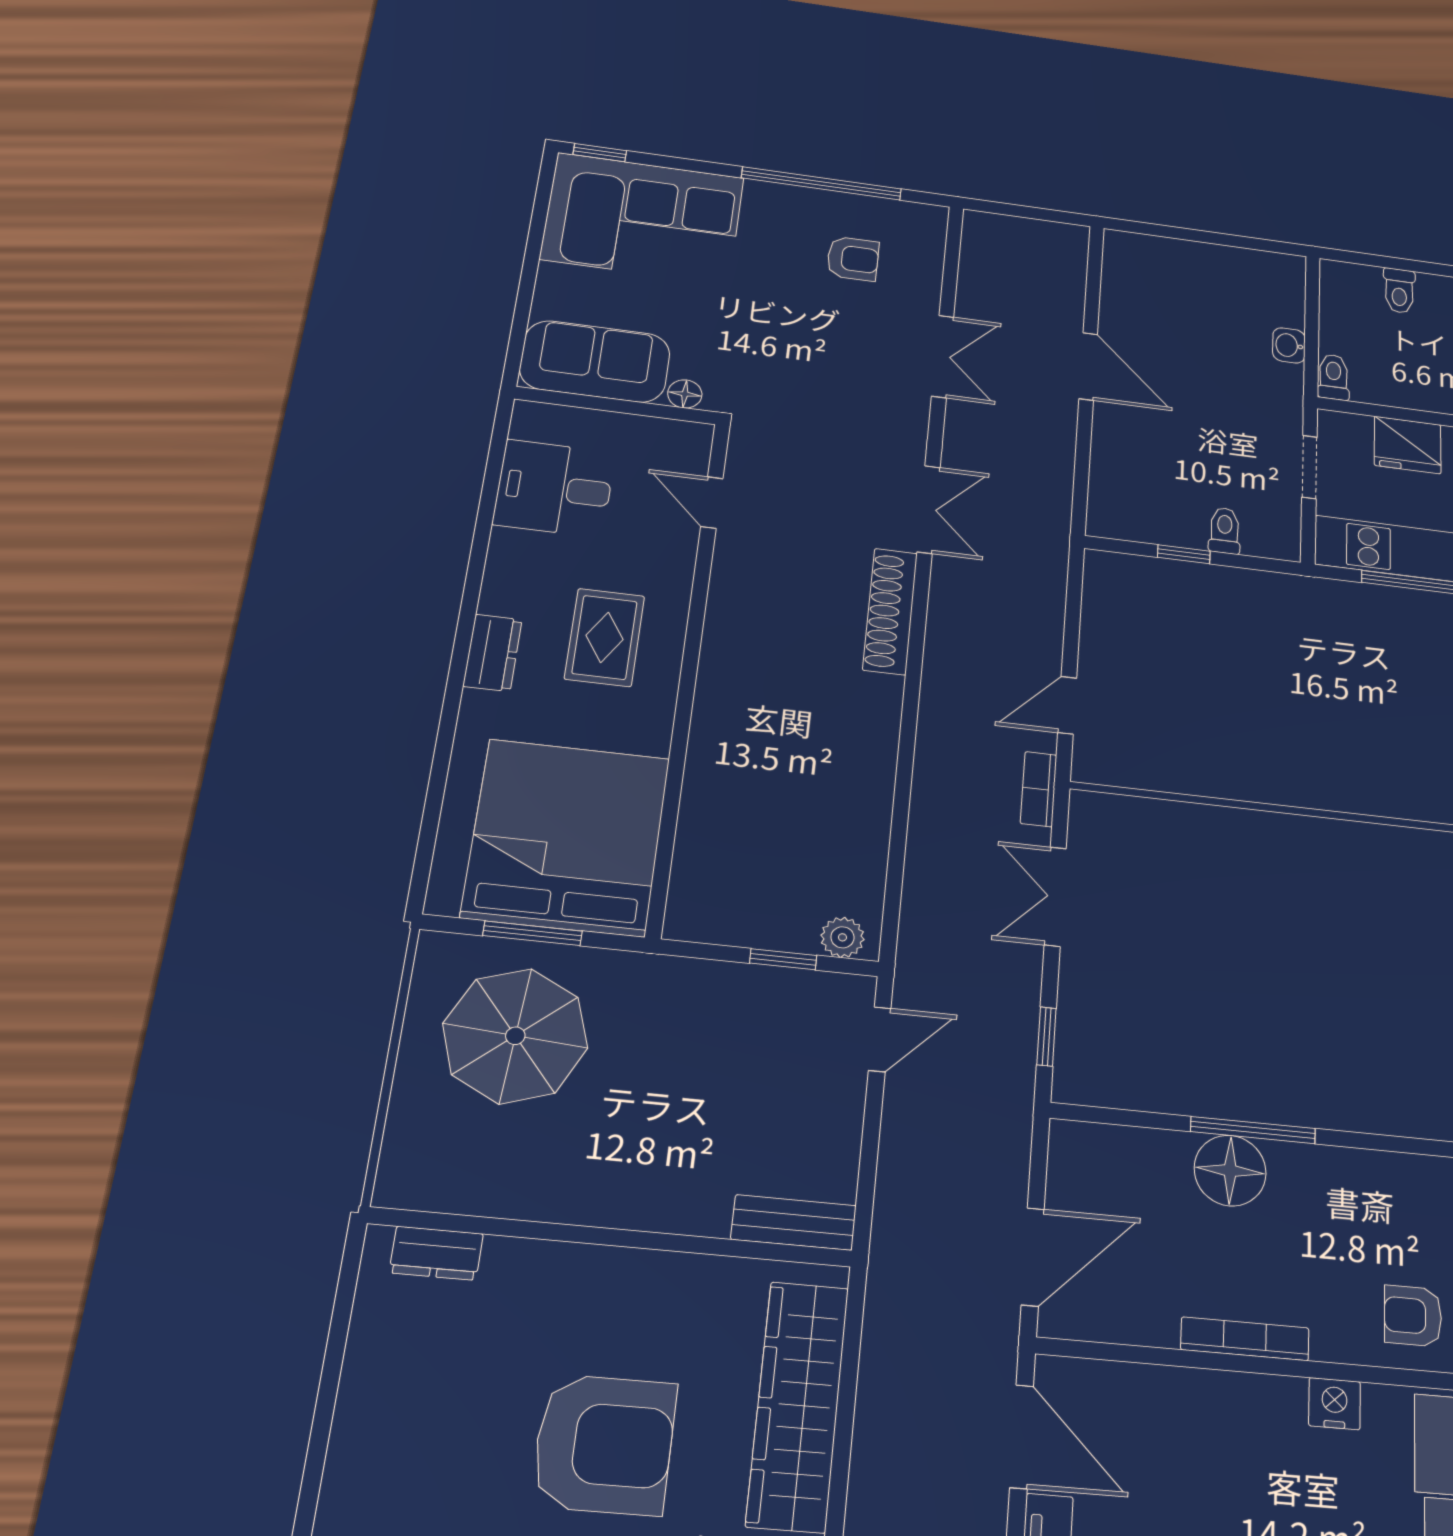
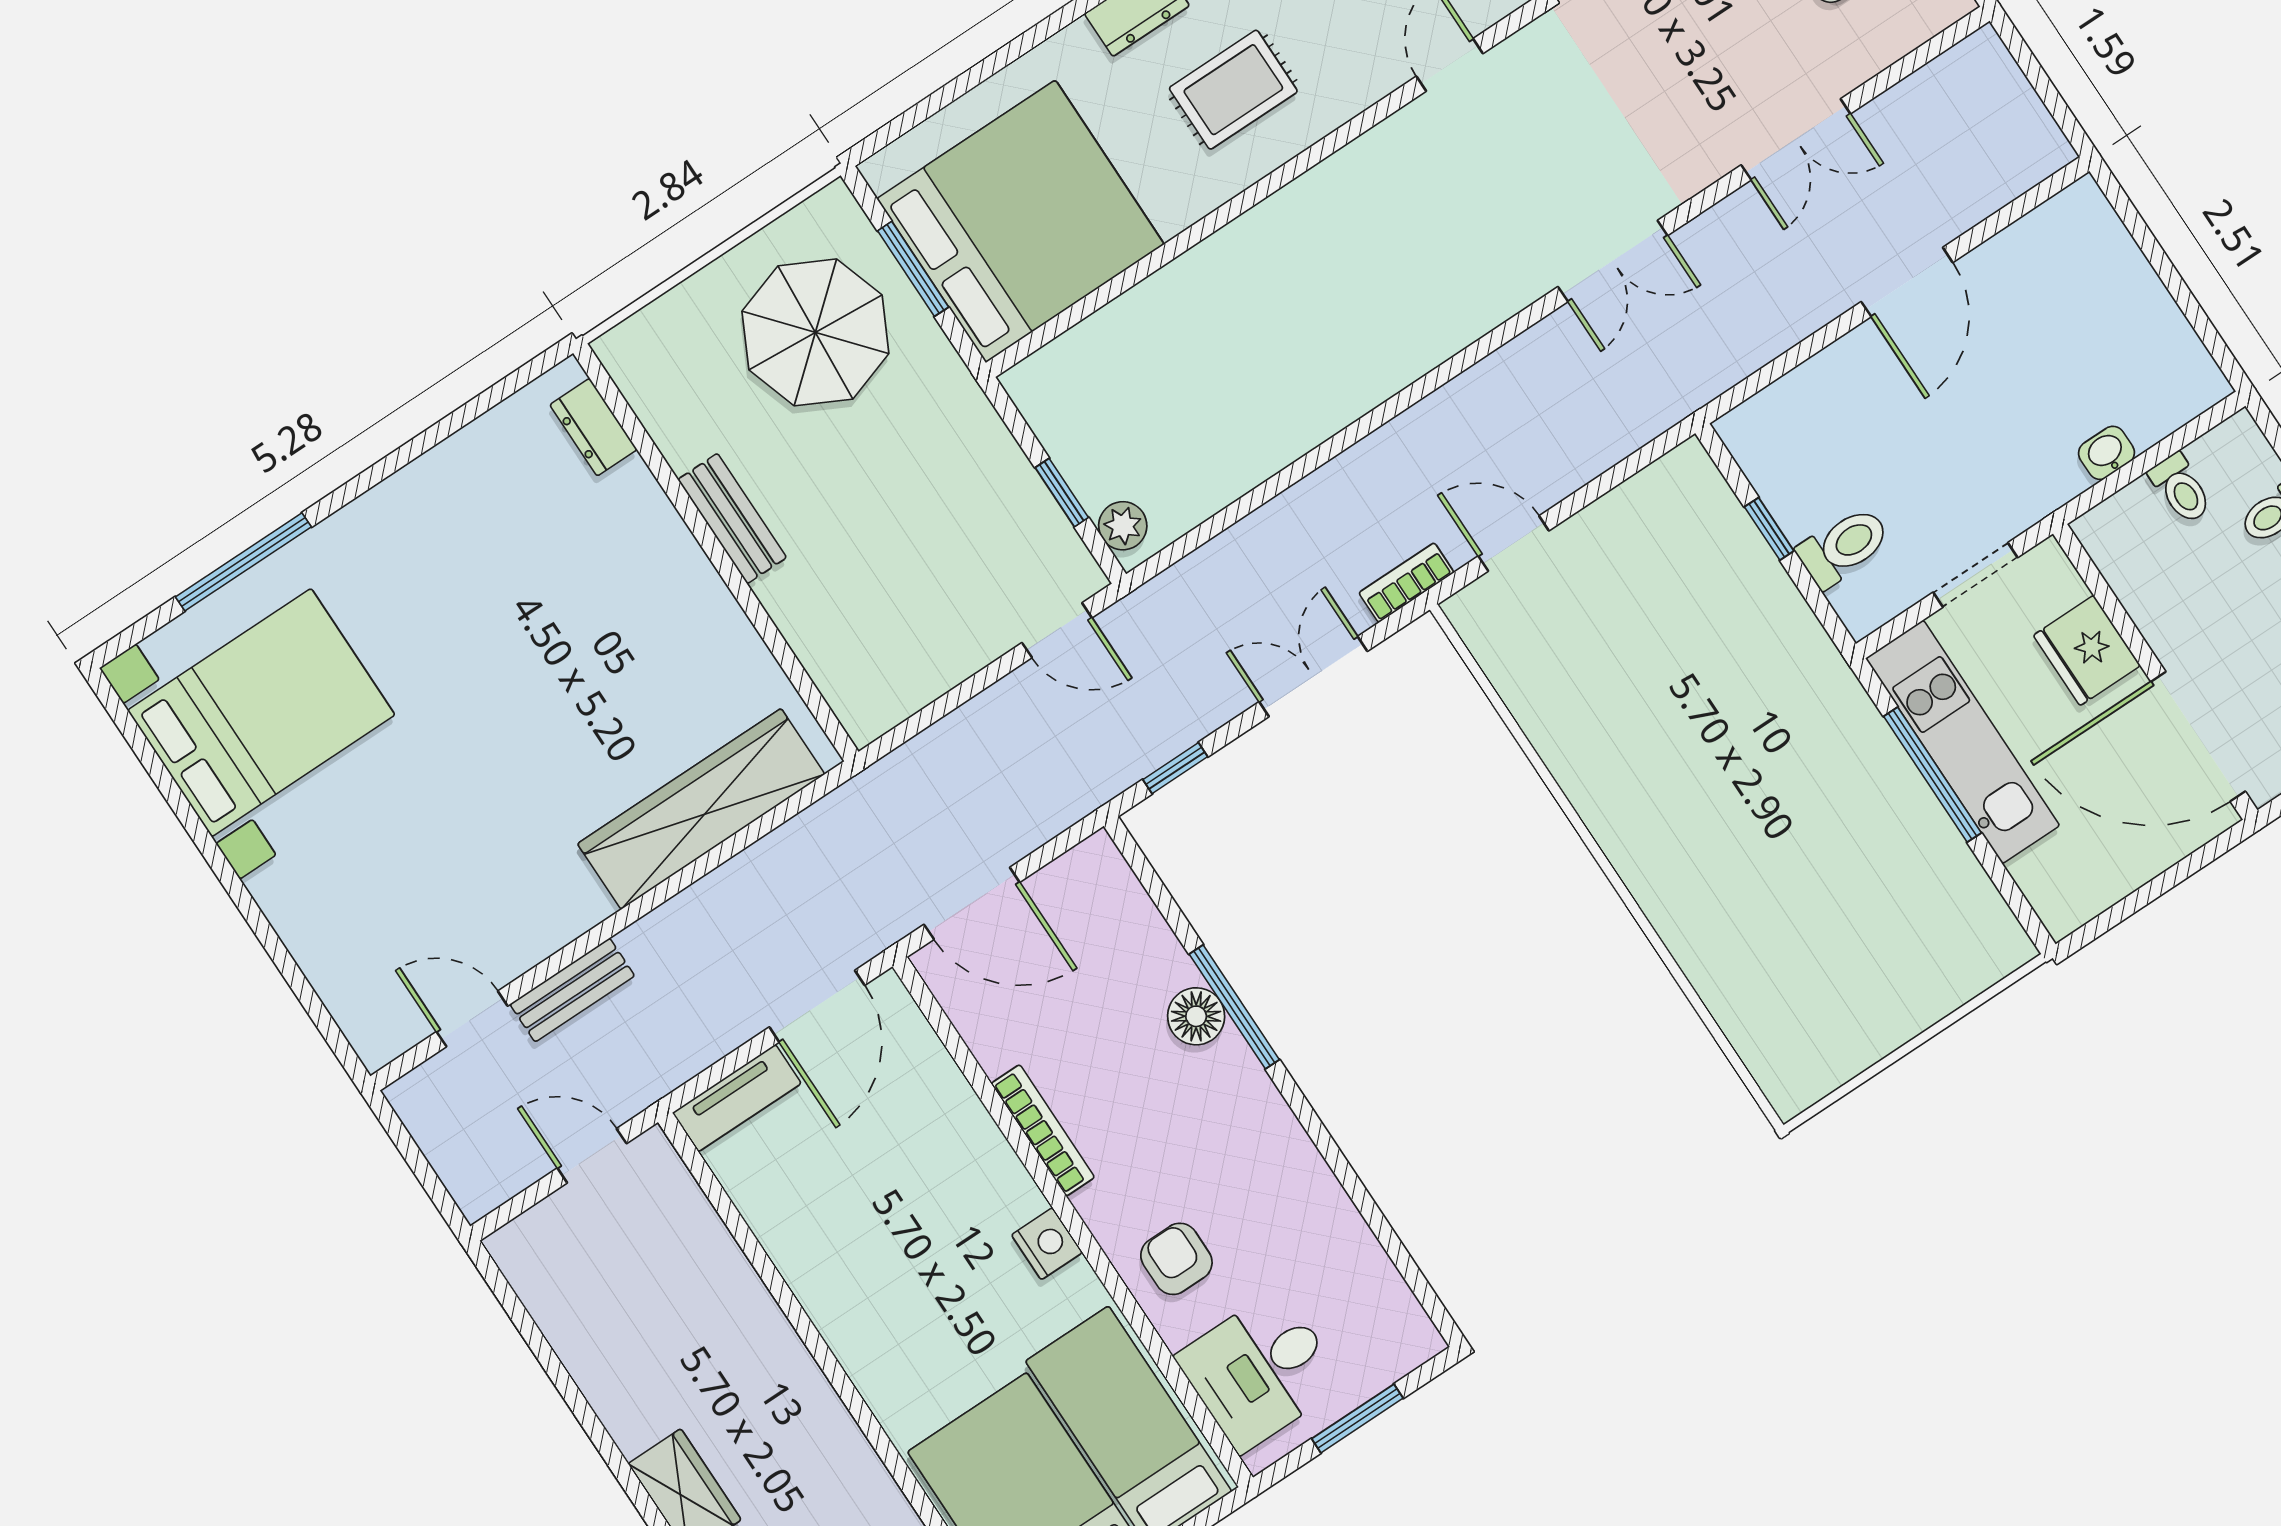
toilet: (1333, 377) -> (2181, 489), moved, turned 90
toilet: (1225, 531) -> (1844, 547), width x1.37, depth x1.39
shoe rack: (890, 611) -> (1475, 312), removed
floor lamp: (1230, 1171) -> (1196, 1016), width x0.73, depth x0.73
bench: (794, 1222) -> (732, 519), moved
armchair: (604, 1444) -> (553, 683), removed

